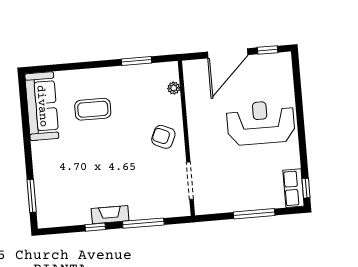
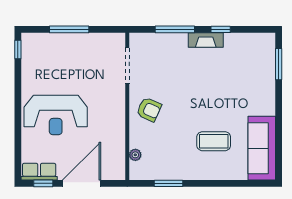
row of seats: (294, 188) -> (39, 172), moved, turned -90

